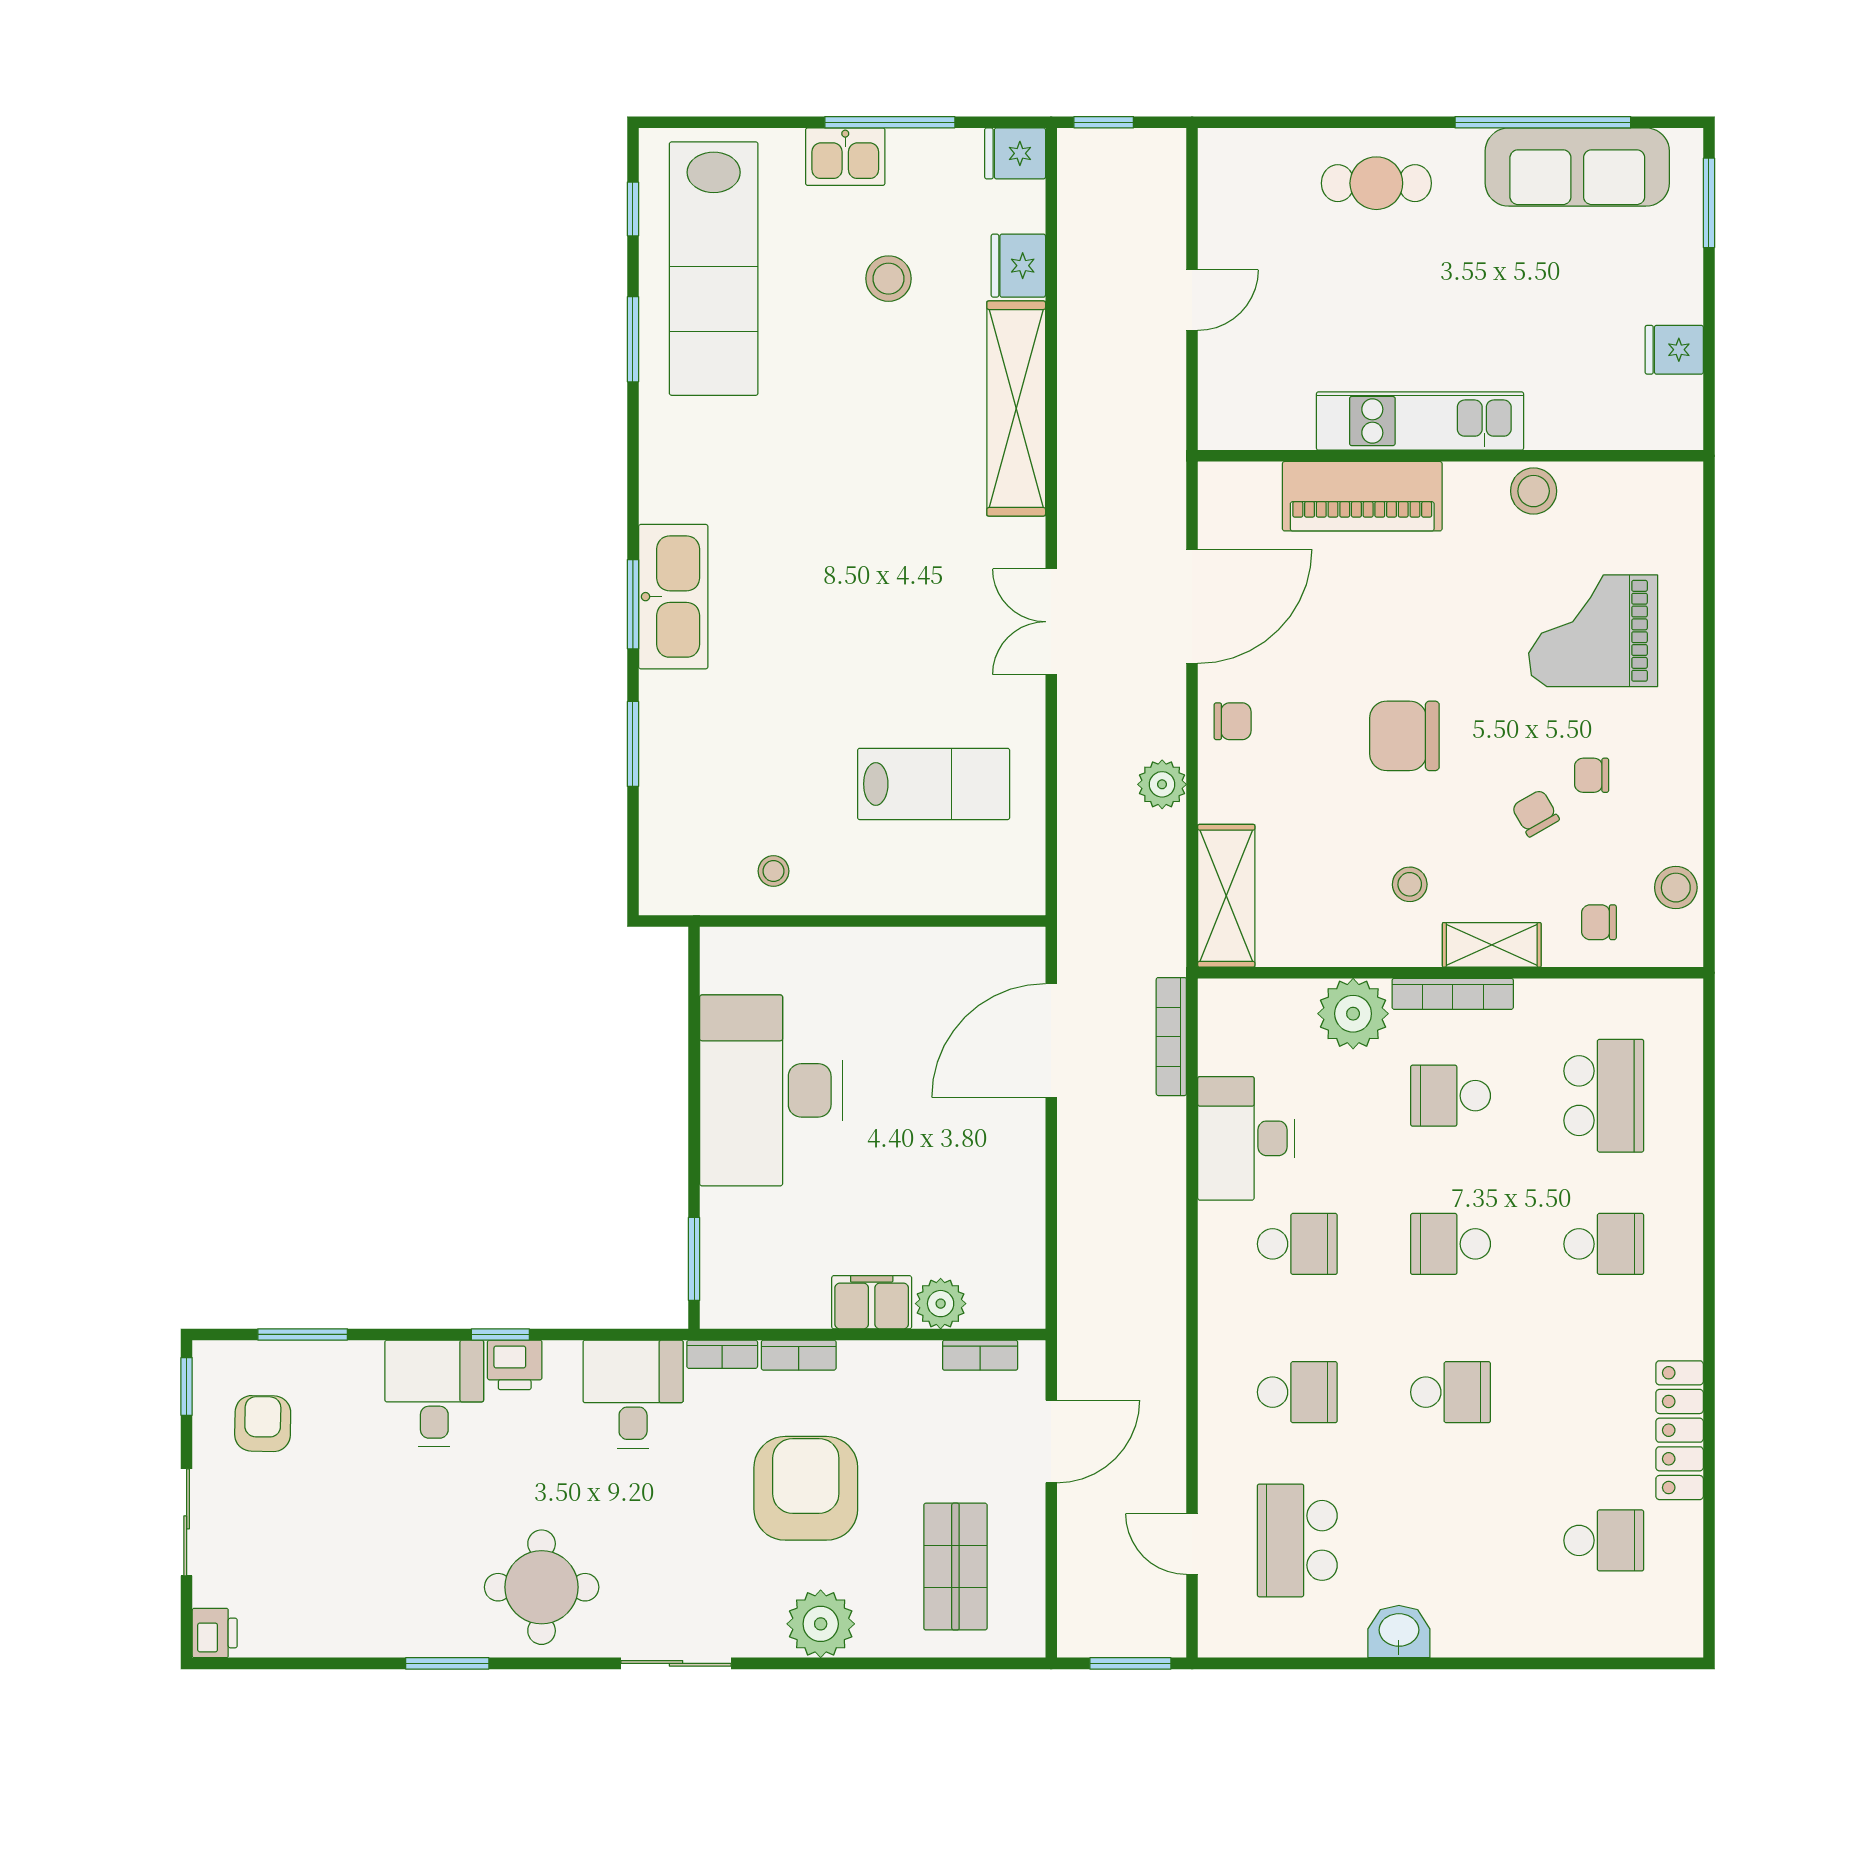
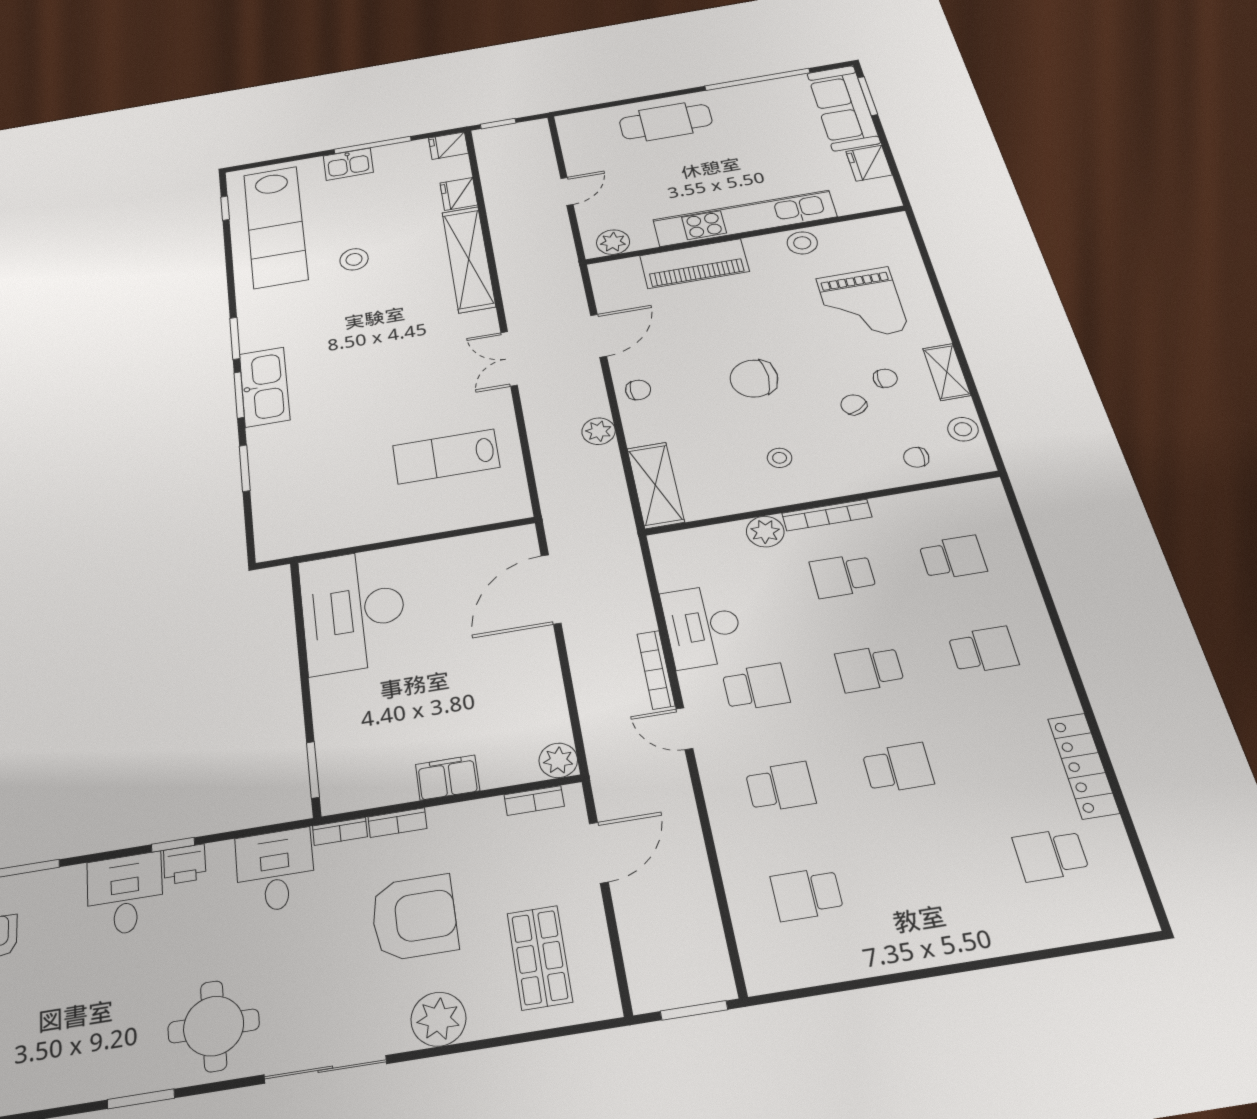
sofa: (1577, 167) -> (843, 108), moved, turned 90
cafe table: (1376, 183) -> (666, 122), width x1.37, depth x1.35
stool: (889, 279) -> (354, 259), moved
window: (633, 339) -> (235, 338), moved
fridge: (1674, 350) -> (869, 163), width x1.38
kitchen unit: (1420, 421) -> (745, 218), width x1.36
plant: (1246, 424) -> (613, 242), added
door: (1192, 606) -> (599, 336), width x0.73
grand piano: (1593, 631) -> (862, 304), turned -90
chair: (1592, 775) -> (885, 378), turned 180
lab bench: (934, 784) -> (446, 456), turned 180
stool: (773, 871) -> (345, 522), removed
shelving: (1492, 945) -> (947, 372), moved, turned 90
plant: (1353, 1014) -> (765, 532), width x0.73, depth x0.73
bookcase: (1171, 1037) -> (656, 670), moved
desk: (771, 1090) -> (353, 611), moved
school desk: (1604, 1096) -> (953, 558), width x0.54
plant: (941, 1304) -> (558, 760), moved
armchair: (806, 1488) -> (414, 917), turned 90
school desk: (1297, 1540) -> (807, 894), width x0.54
school desk: (1604, 1540) -> (1051, 855), turned 180
door: (1192, 1544) -> (684, 729), moved
washbasin: (1399, 1632) -> (907, 950), removed
sliding door: (676, 1663) -> (325, 1069), width x1.37

